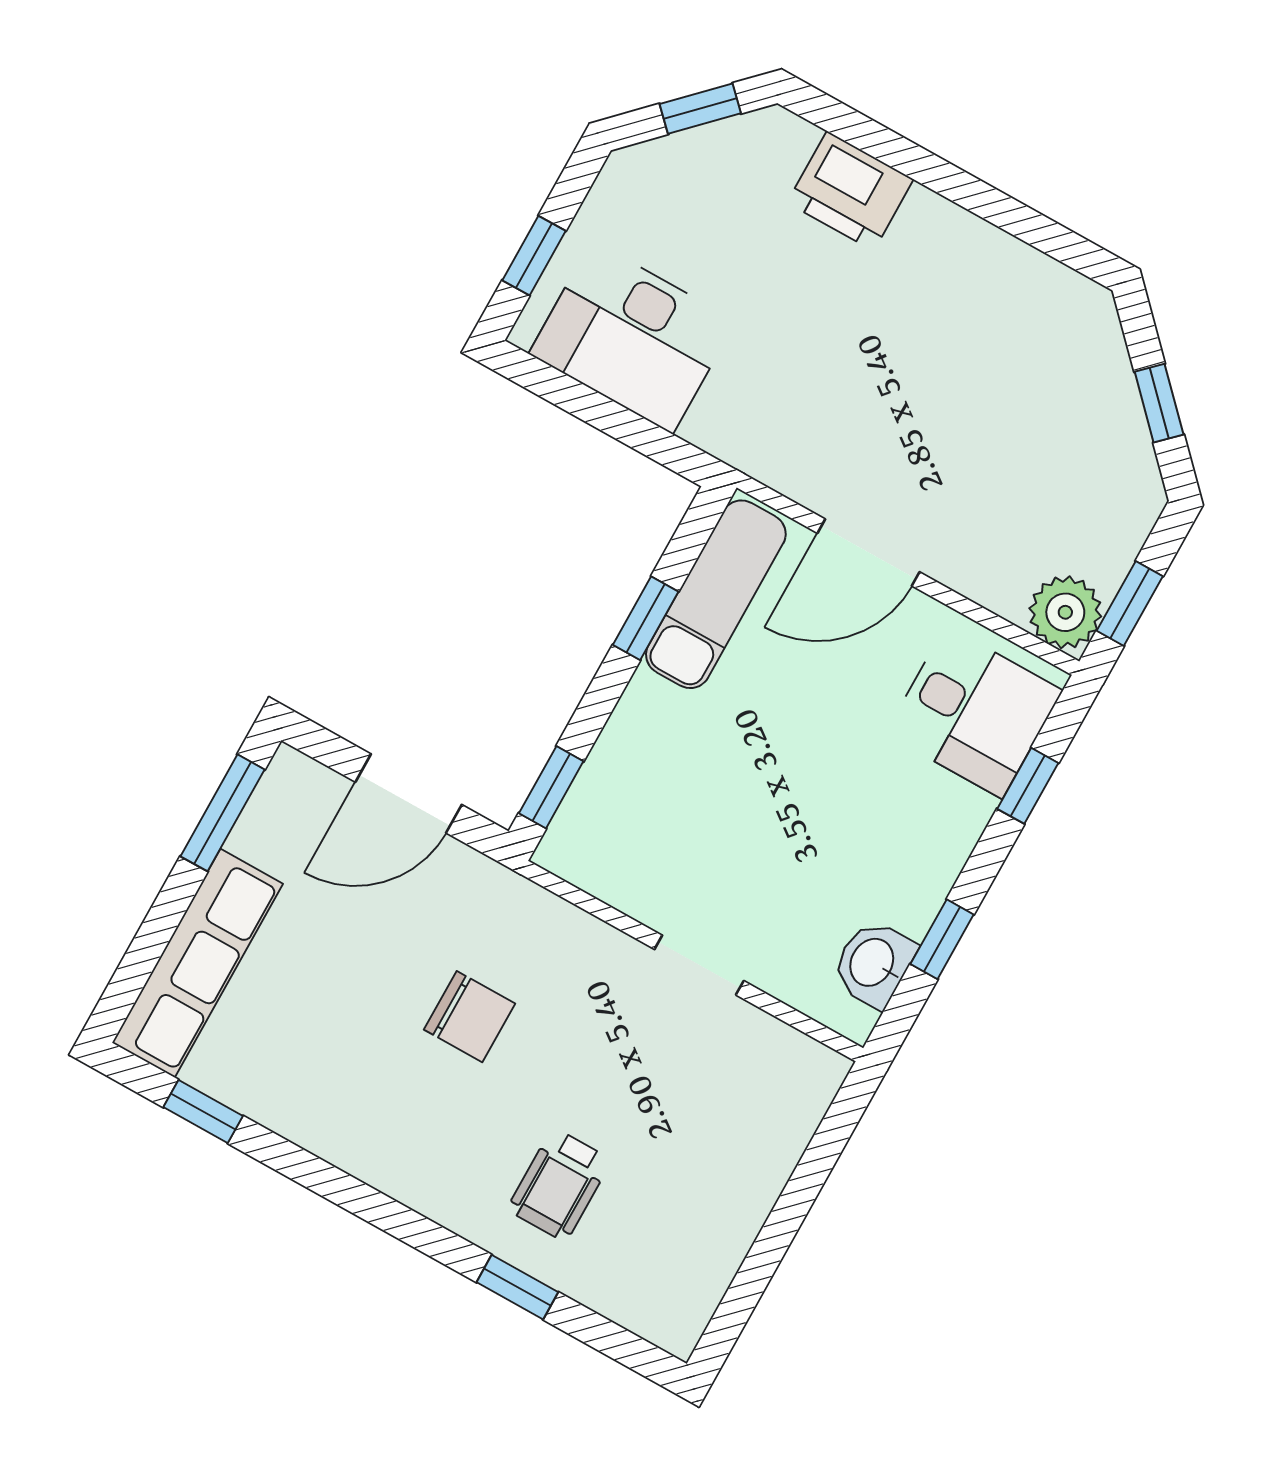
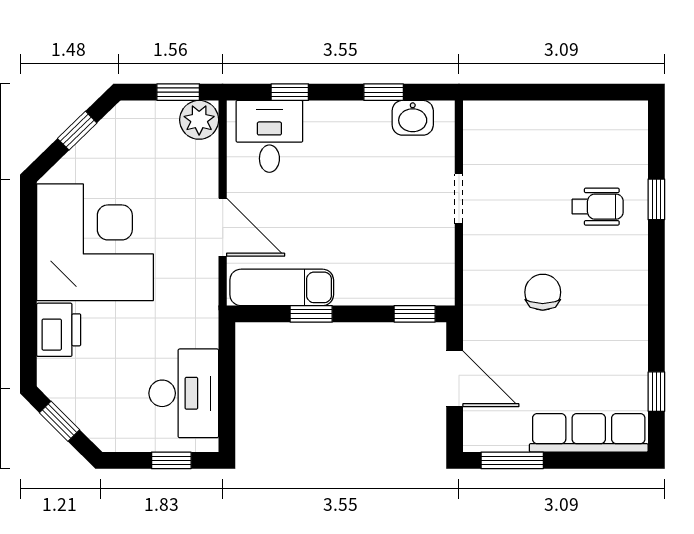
corner desk: (960, 330) -> (95, 242), added

